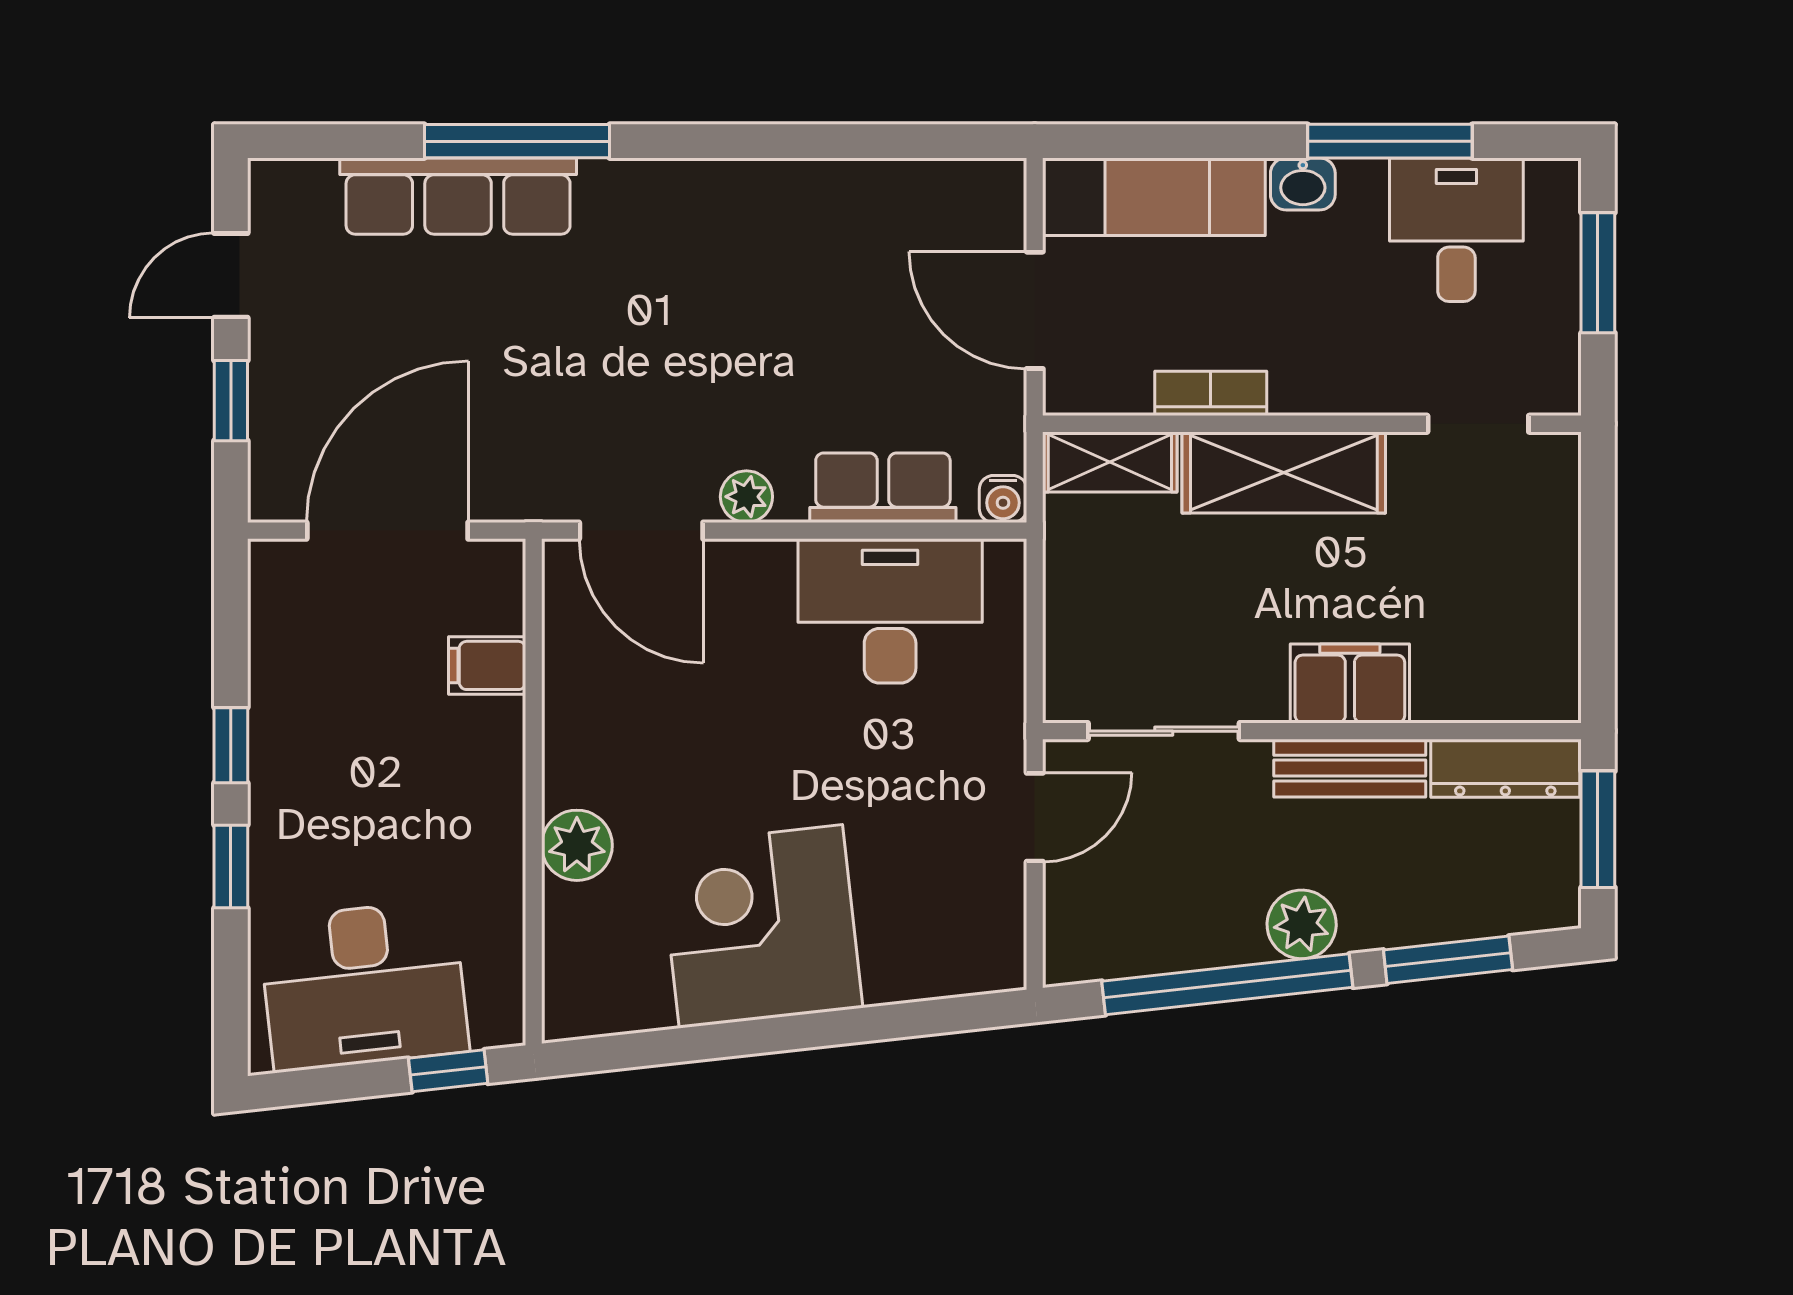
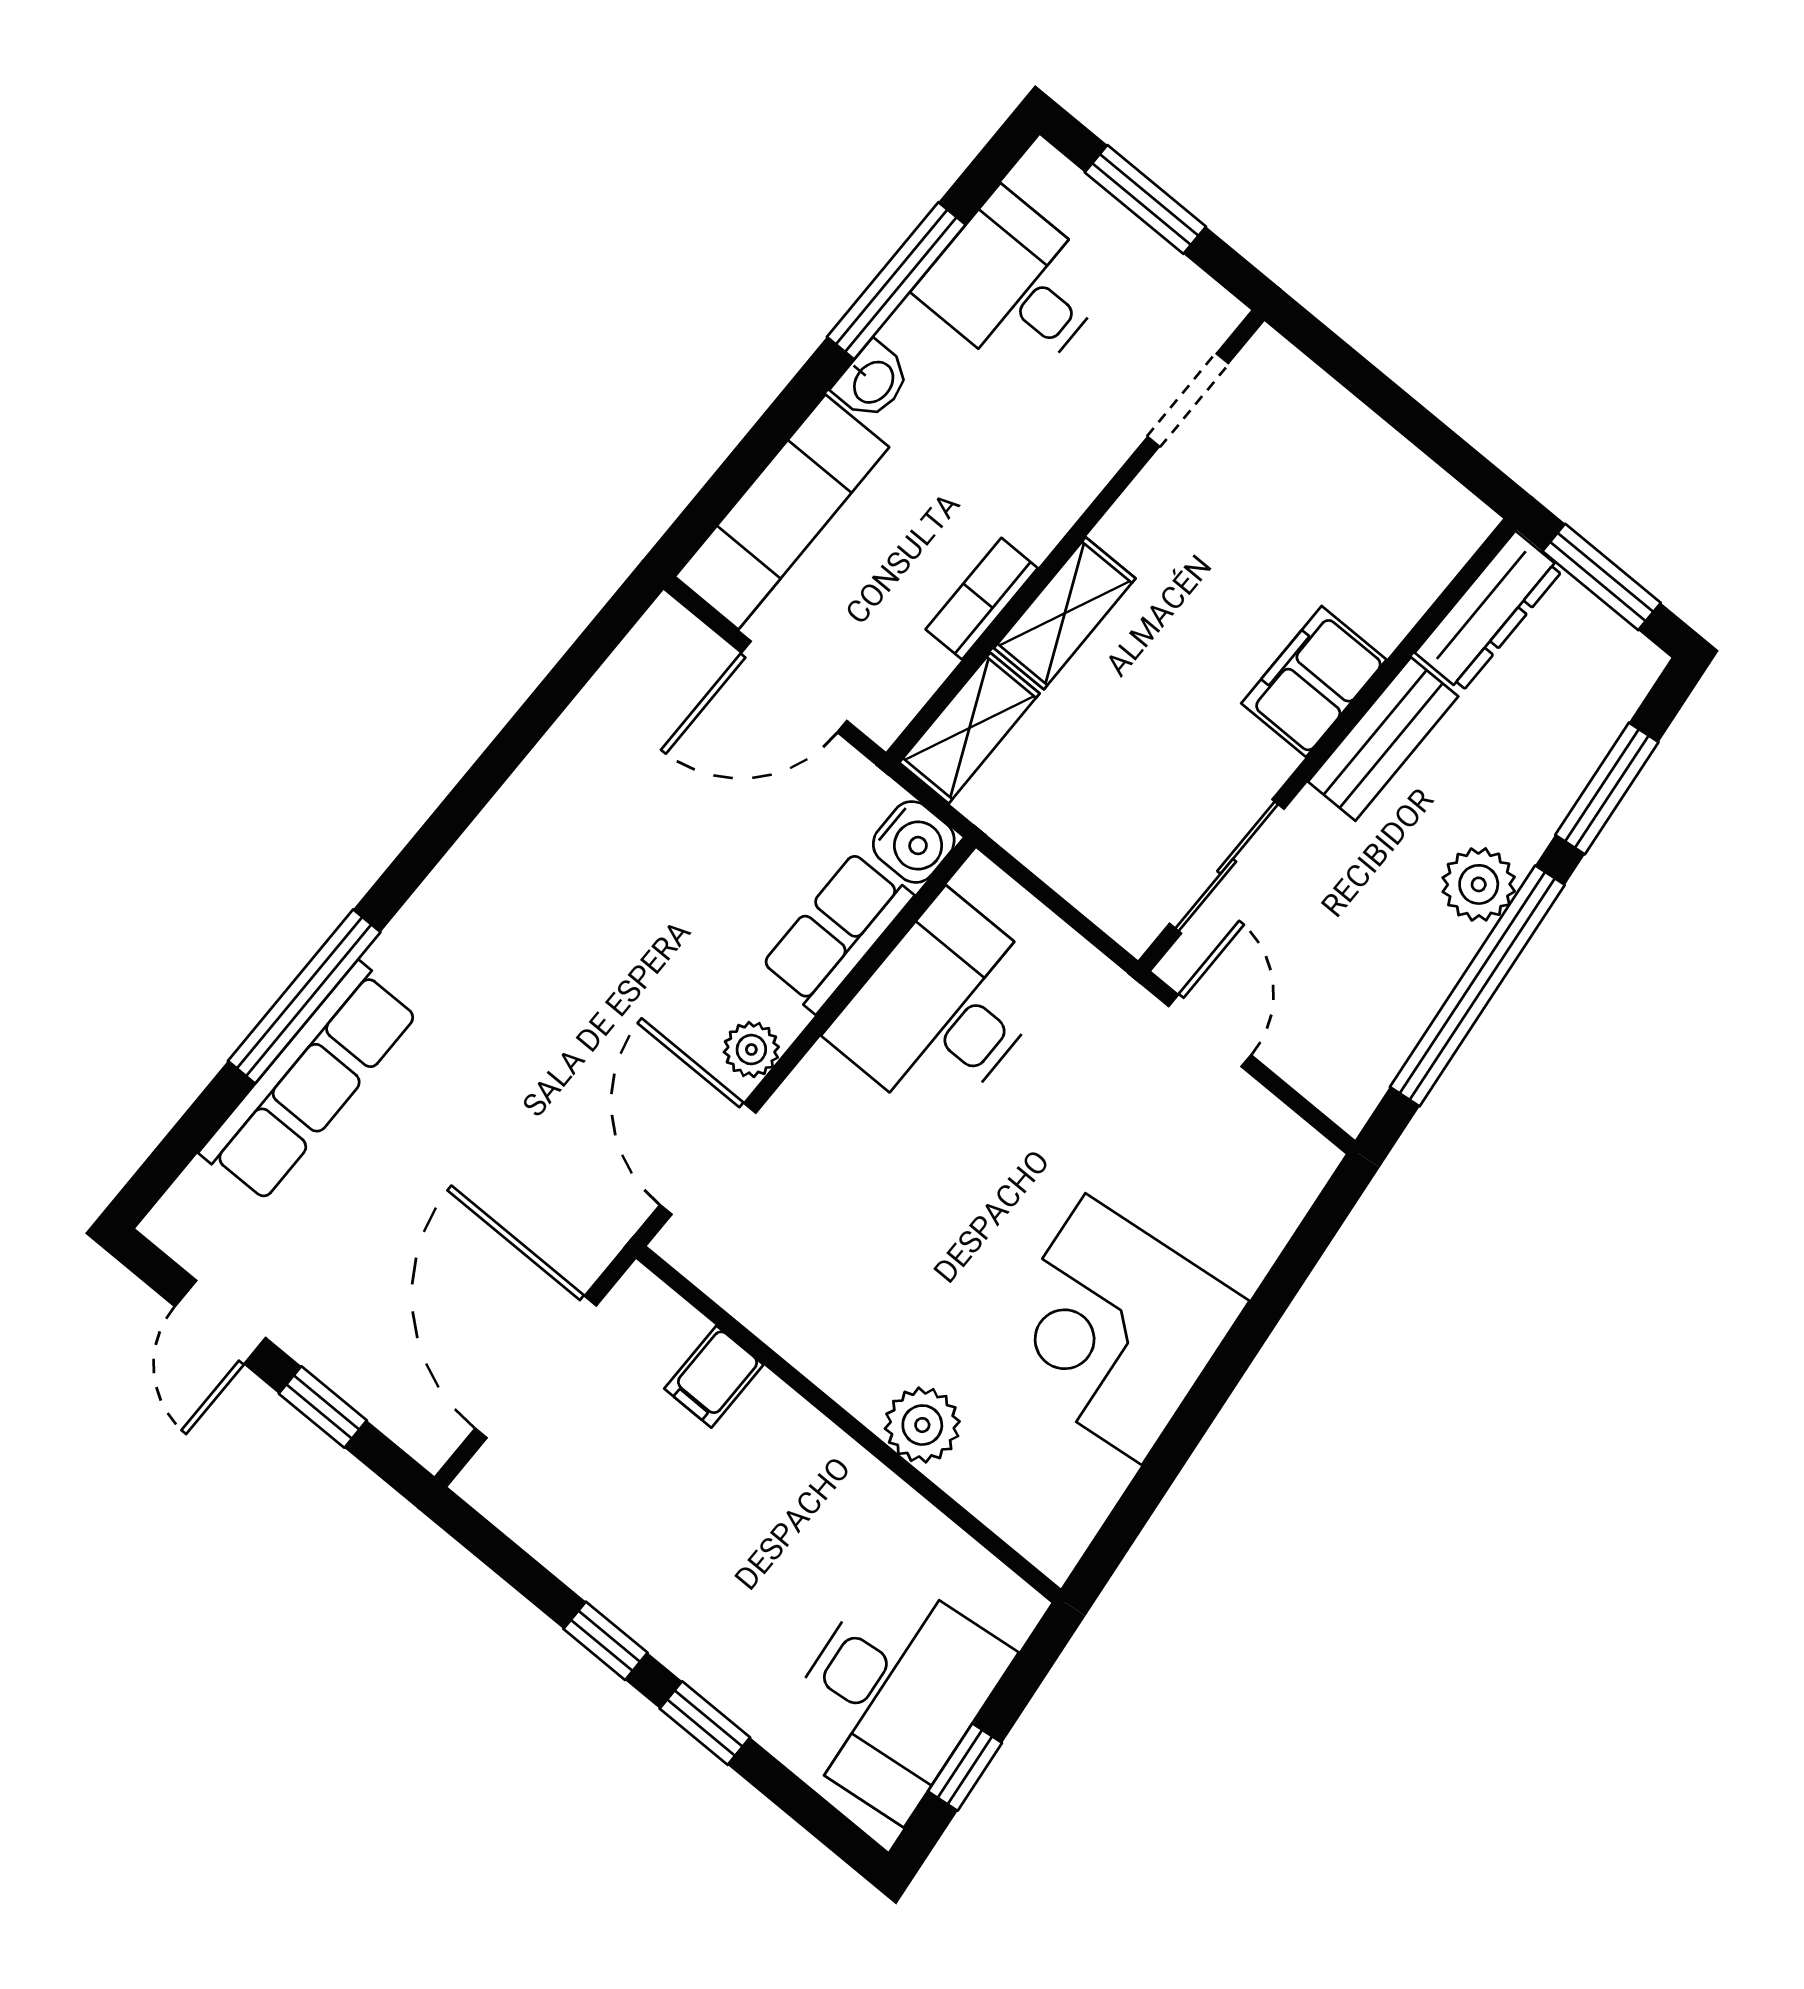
shelving: (1284, 472) -> (1065, 613), width x0.67, depth x0.75
water cooler: (1003, 499) -> (914, 842), width x1.38, depth x1.38
door: (641, 531) -> (708, 1159), swing flipped
window: (448, 1071) -> (965, 1767), moved

